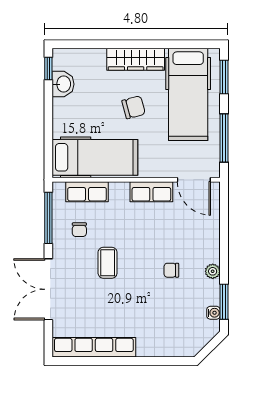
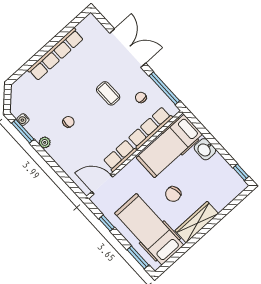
washbasin: (63, 84) -> (205, 149), moved
window: (224, 138) -> (107, 223), width x0.46
row of seats: (87, 192) -> (150, 128), width x1.48
row of seats: (94, 347) -> (56, 54), moved

